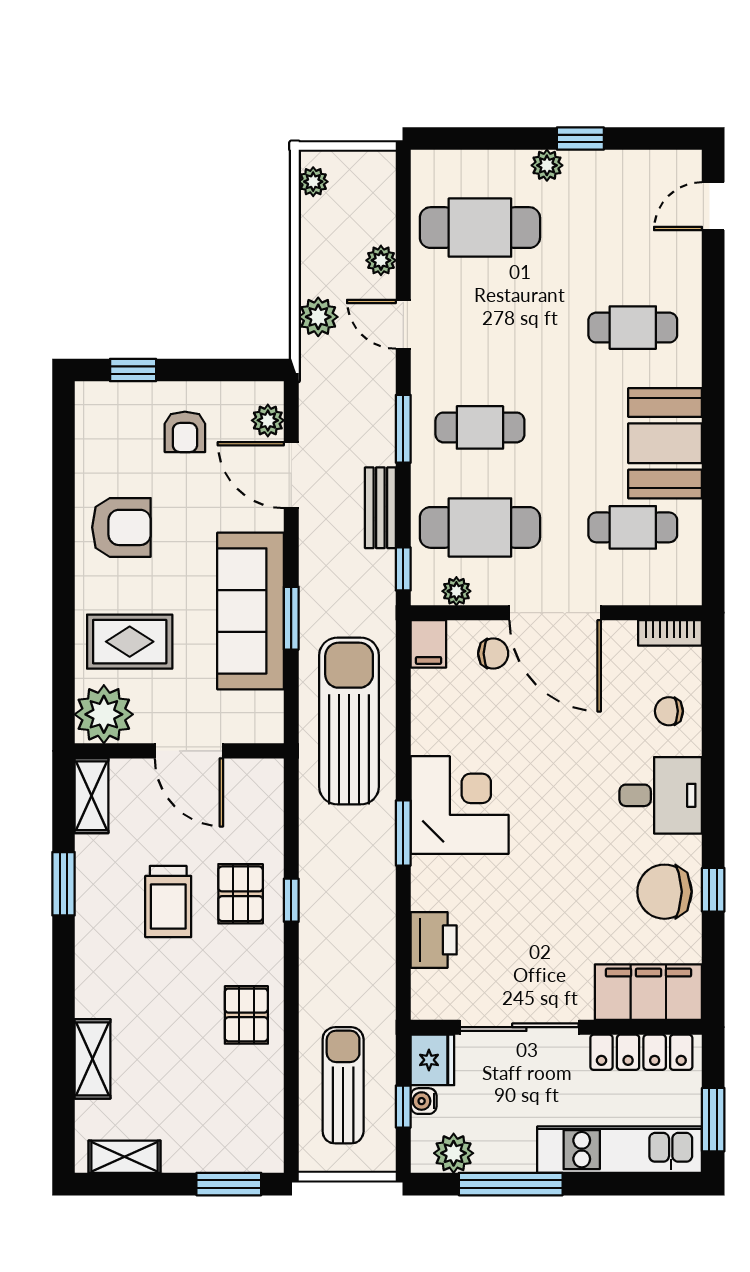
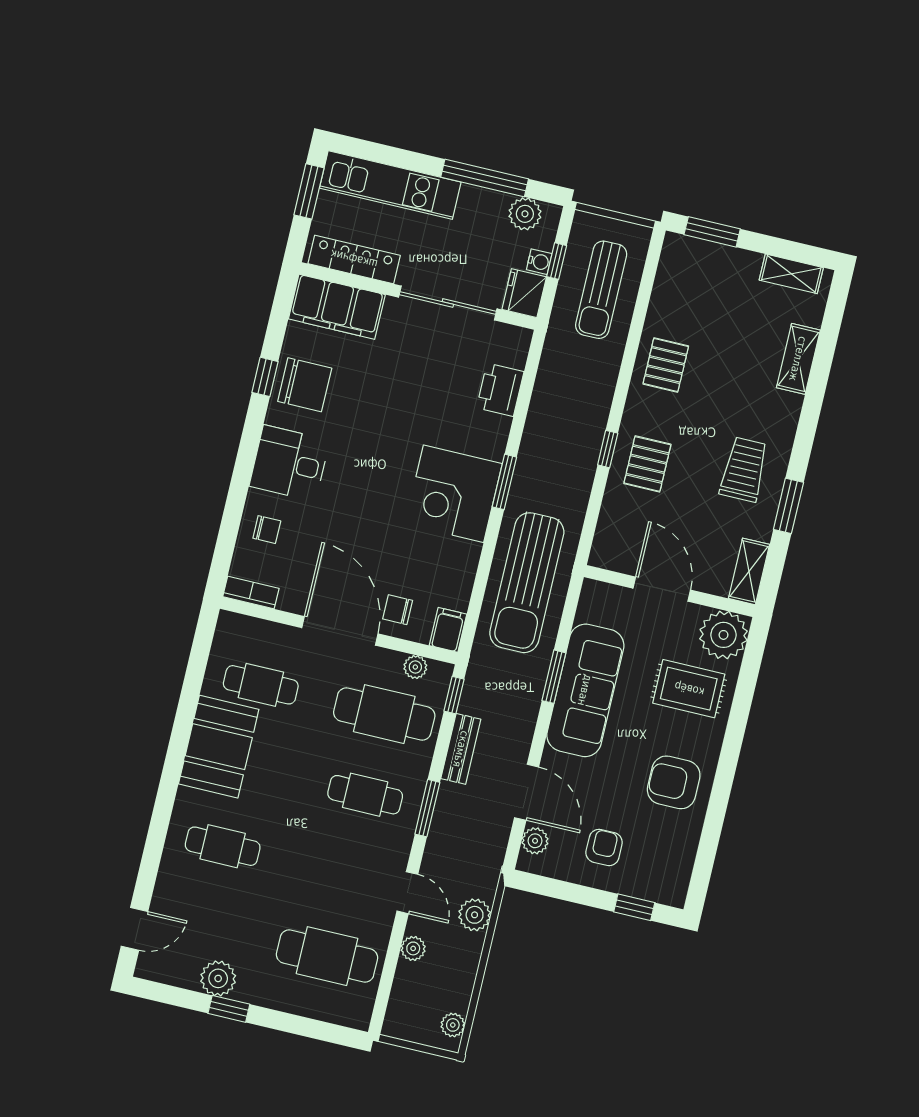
plant: (547, 165) -> (218, 978), moved, width x1.38, depth x1.38
trolley: (168, 902) -> (744, 470), moved

